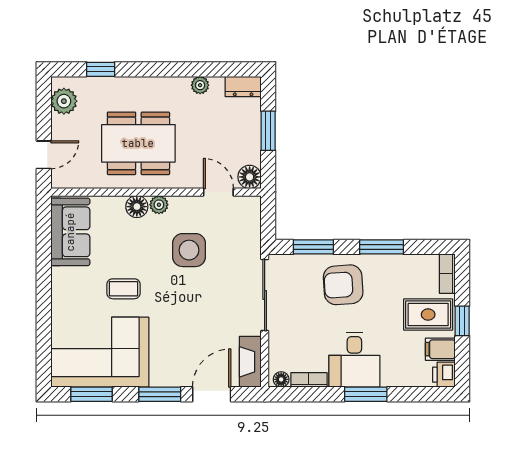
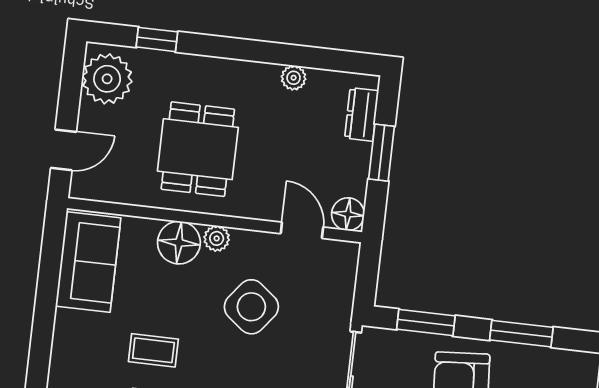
dresser: (243, 86) -> (362, 114), moved, turned 90
plant: (64, 101) -> (107, 79), width x1.36, depth x1.36
dining table: (138, 143) -> (198, 149), width x0.73
floor lamp: (137, 207) -> (179, 243), width x1.38, depth x1.38
side table: (189, 250) -> (251, 307), turned 38

